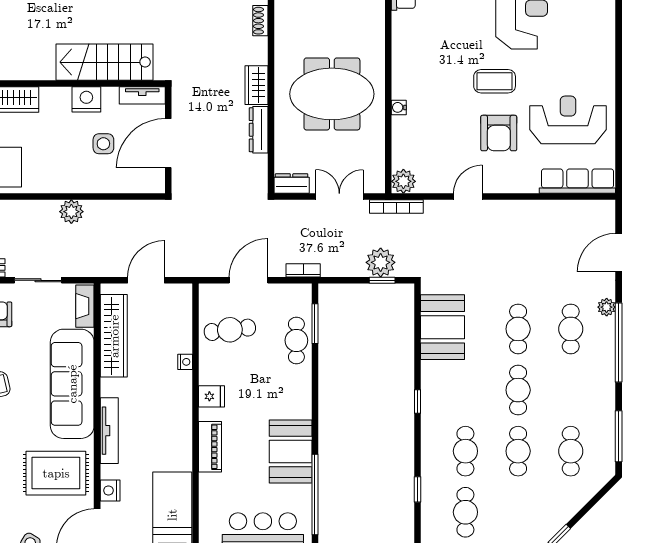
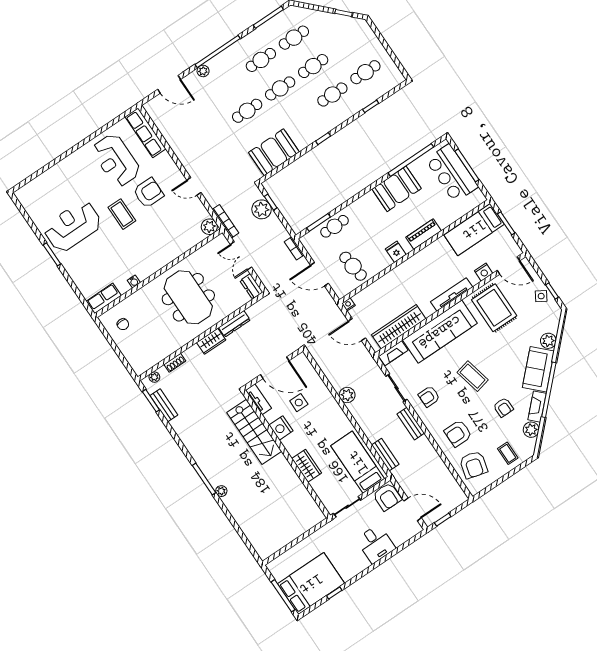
water cooler: (399, 107) -> (134, 282), moved
cafe table: (571, 329) -> (261, 60), moved
nightstand: (185, 362) -> (348, 304), moved

